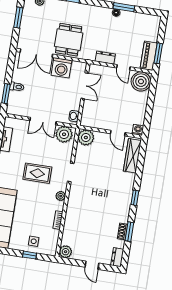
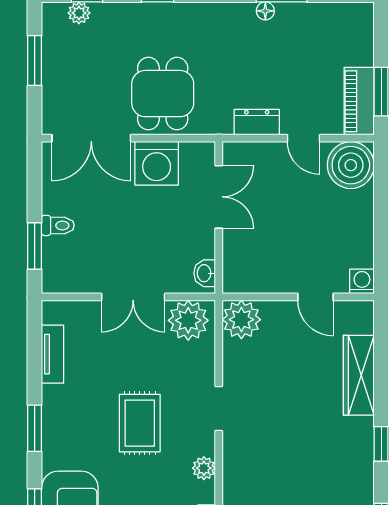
wardrobe: (132, 156) -> (359, 375), moved
rug: (37, 173) -> (140, 423), turned 90

